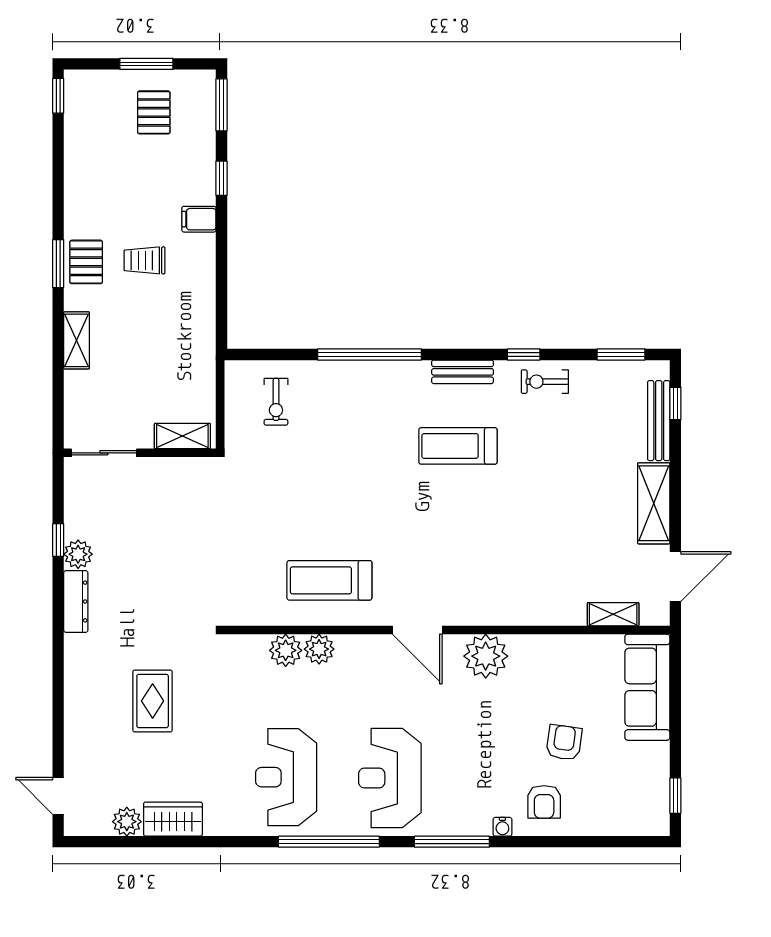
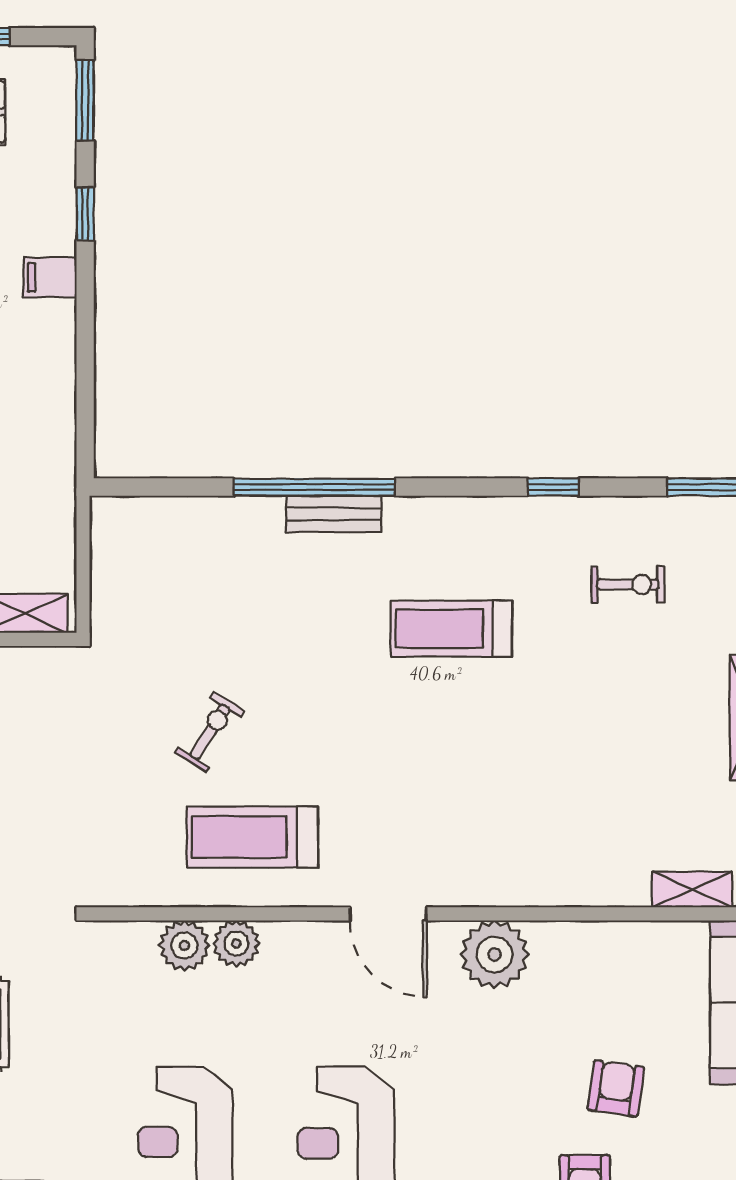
bench: (463, 372) -> (334, 514), moved
exercise bike: (545, 382) -> (628, 584), moved, turned 180
exercise bike: (276, 402) -> (210, 732), moved, turned -148

